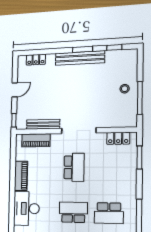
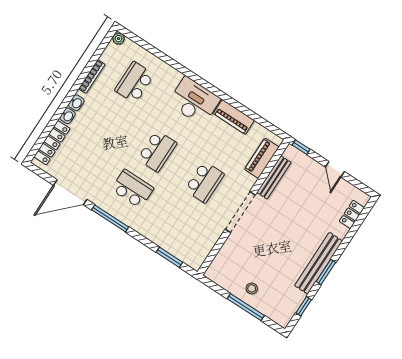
window: (140, 98) -> (246, 307), moved
locker: (118, 138) -> (204, 248), removed
school desk: (74, 167) -> (204, 182), turned -90
school desk: (109, 213) -> (132, 189), turned 90

